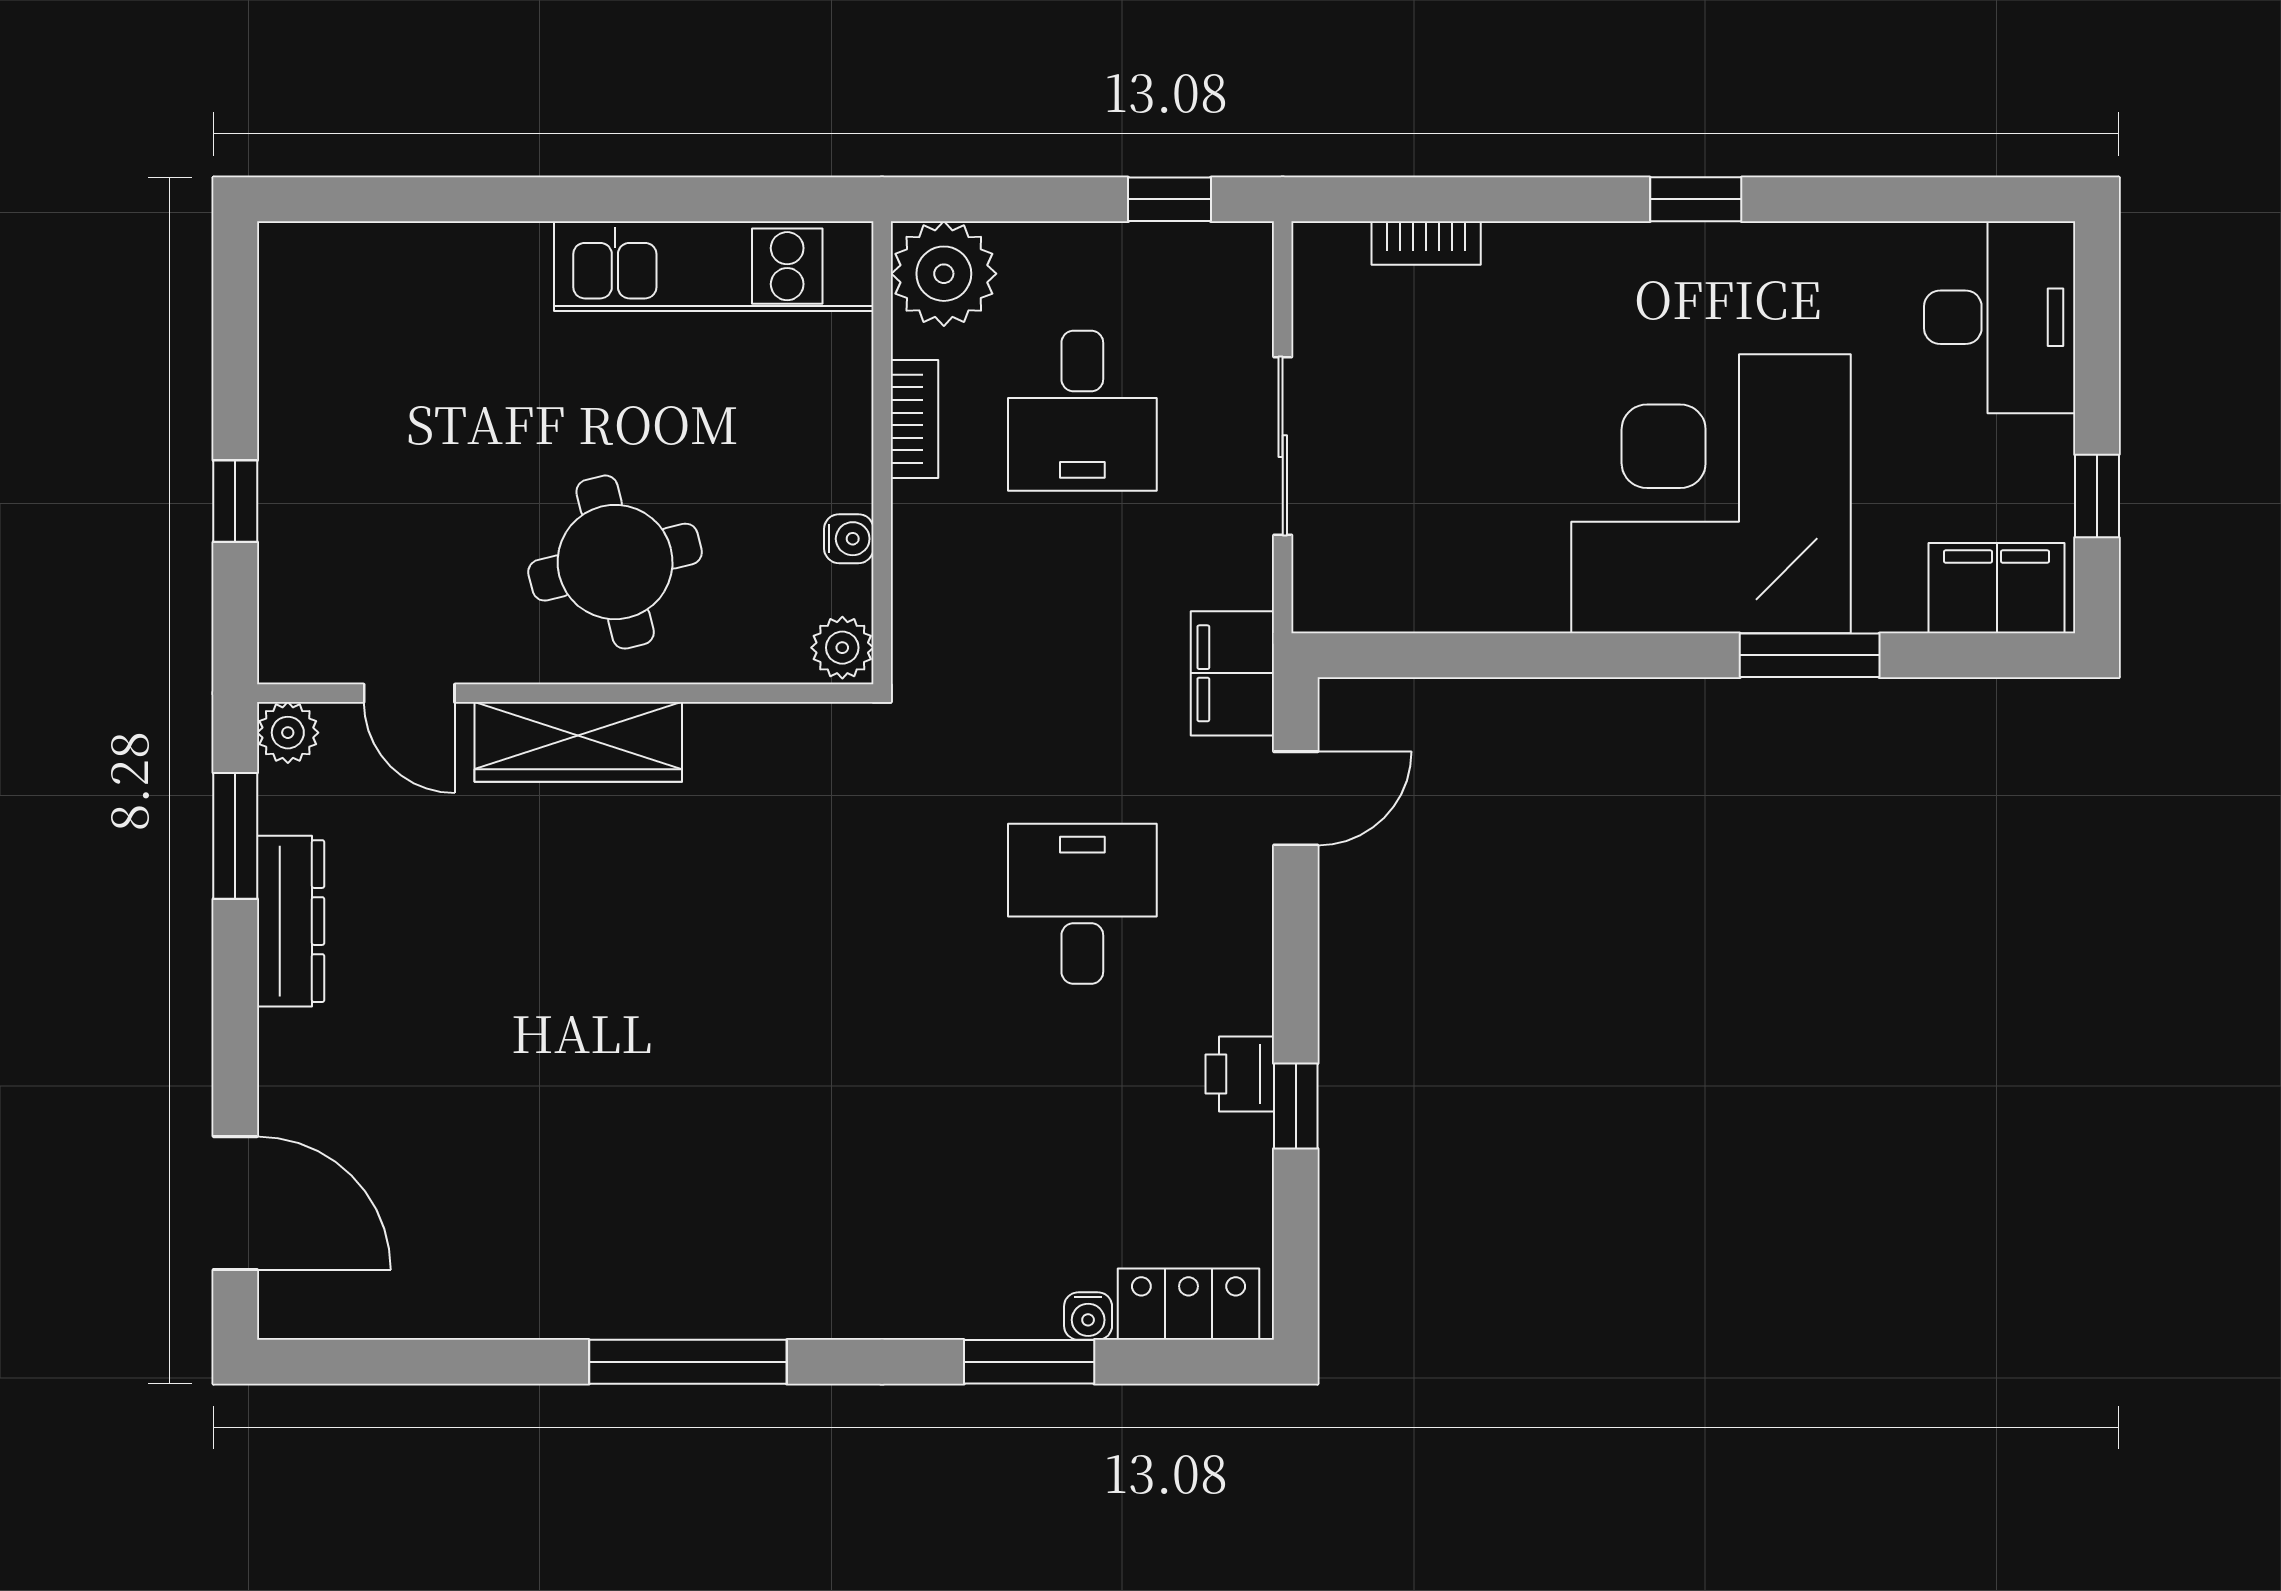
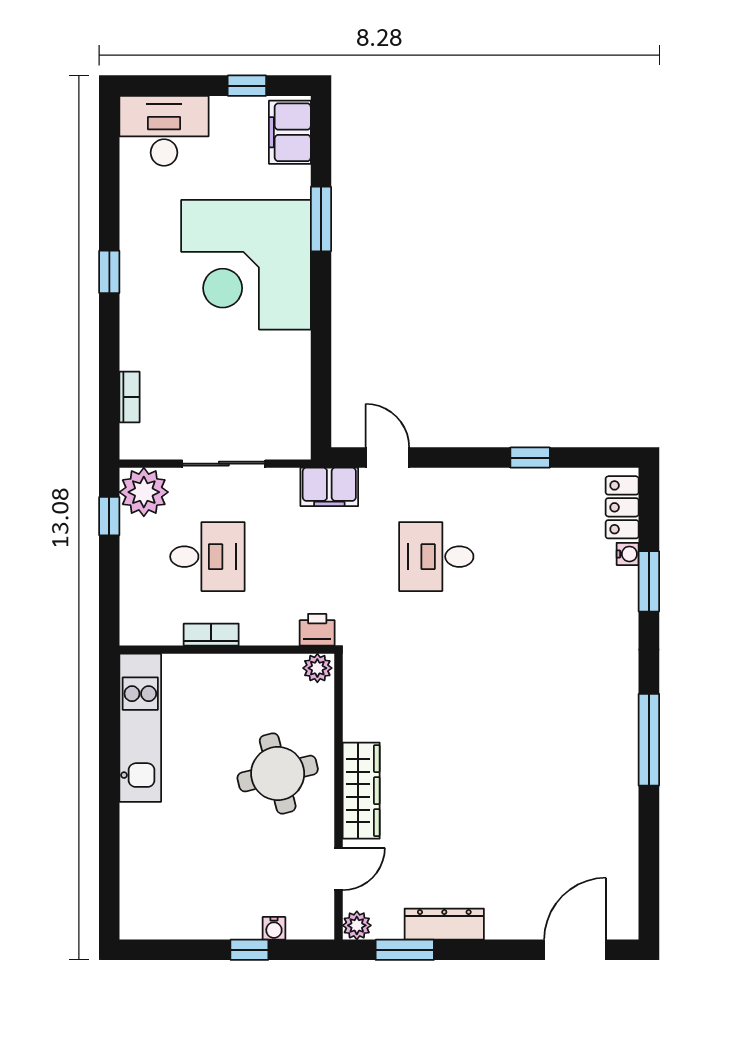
plant: (944, 274) -> (144, 492), moved
water cooler: (849, 539) -> (274, 928), moved, turned 180
printer: (1240, 1074) -> (317, 630), moved, turned 180

